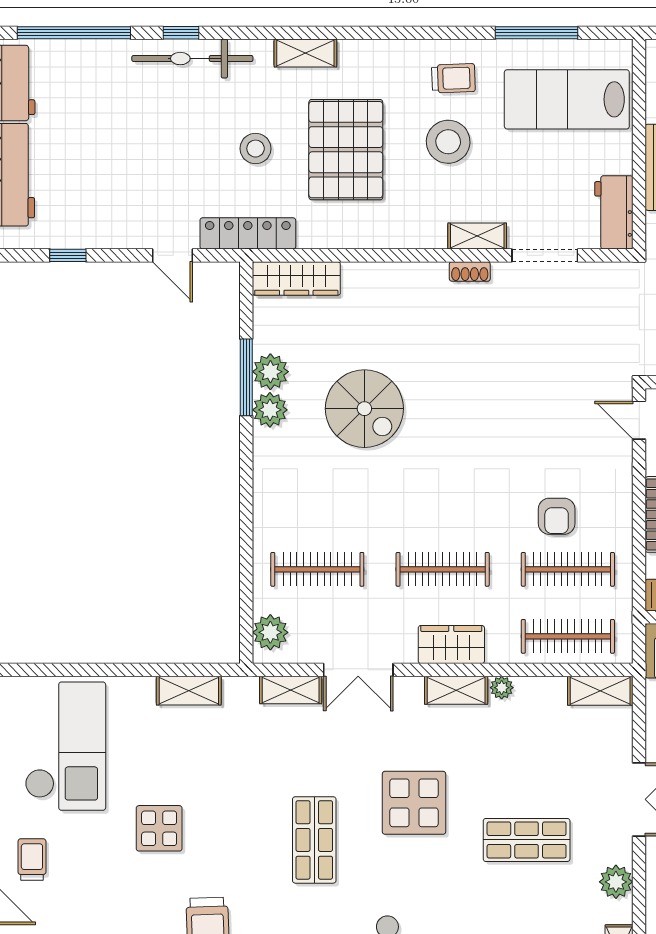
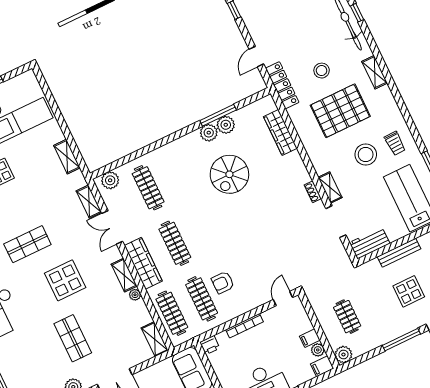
wardrobe: (296, 279) -> (280, 132), moved
wardrobe: (451, 645) -> (143, 263), width x1.50

